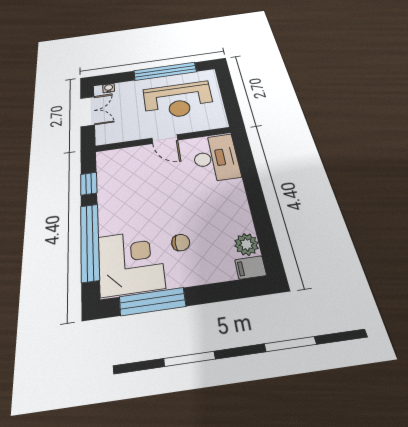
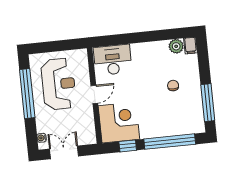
corner desk: (131, 262) -> (119, 122), moved, turned 90

